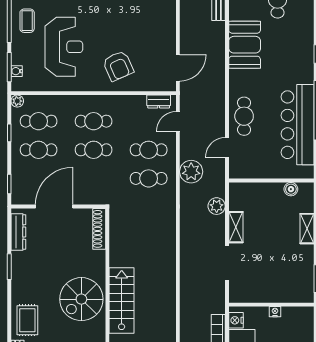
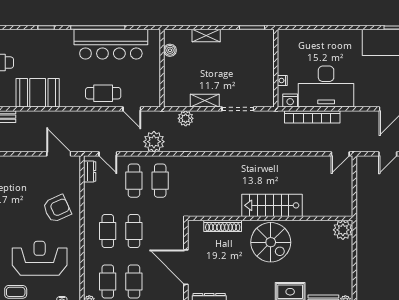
shoe rack: (99, 229) -> (223, 226), moved
nightstand: (275, 312) -> (282, 80), moved

